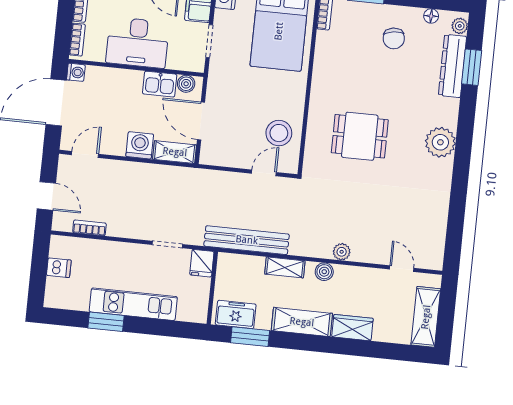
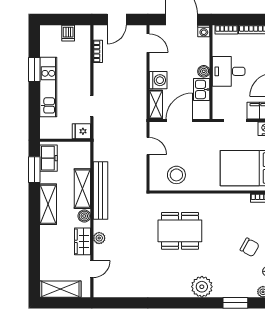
chair: (394, 38) -> (250, 247), turned -143
desk: (137, 43) -> (229, 71), width x0.73
dresser: (453, 66) -> (235, 290), removed
boiler: (186, 84) -> (204, 71), moved
dining table: (360, 136) -> (180, 231), width x1.38
plant: (440, 142) -> (202, 287), moved
door: (264, 173) -> (148, 146), moved
bench: (247, 240) -> (100, 191), moved
plant: (342, 252) -> (99, 238), moved
shelving: (285, 267) -> (82, 189), width x1.50, depth x1.33
wardrobe: (352, 328) -> (83, 241), moved, turned 180

